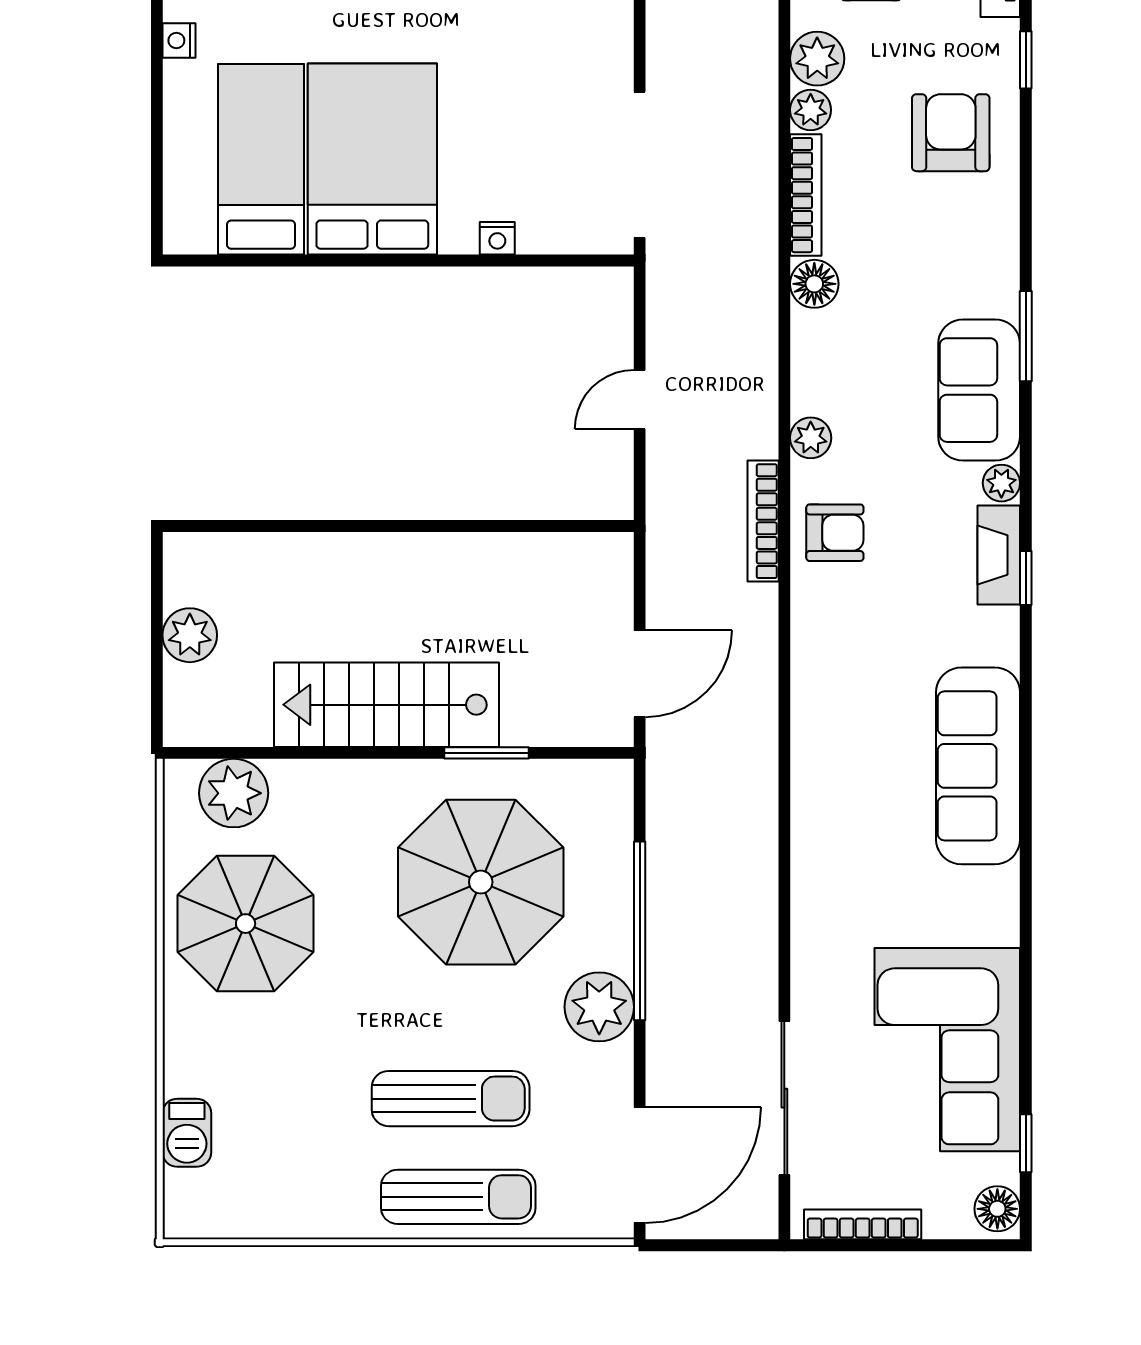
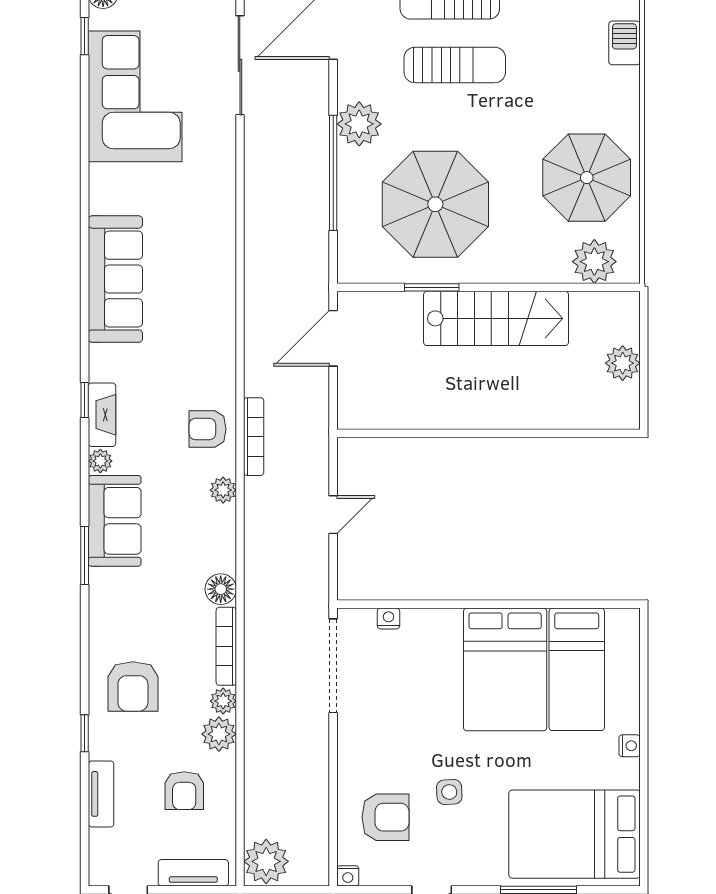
nightstand: (497, 238) -> (388, 618), moved
sun lounger: (451, 1099) -> (455, 65), turned 180

